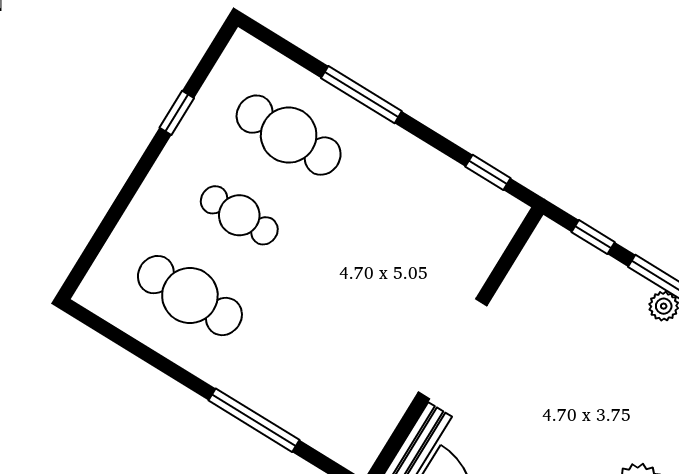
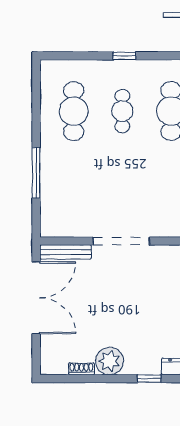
window: (177, 113) -> (124, 56), moved

